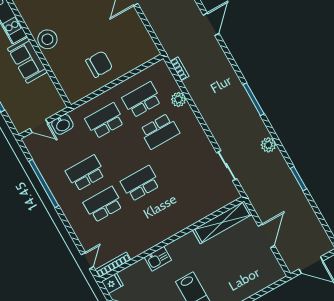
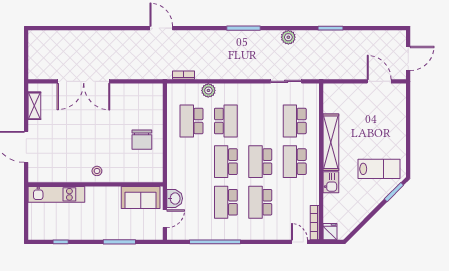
stool: (47, 39) -> (97, 171), width x0.53, depth x0.53
sofa: (27, 60) -> (141, 197), moved
chair: (99, 64) -> (142, 140), turned 180
school desk: (105, 121) -> (226, 162), moved
school desk: (195, 194) -> (295, 121), added
school desk: (158, 215) -> (295, 162), added
shelving: (222, 222) -> (331, 142), moved
door: (266, 236) -> (379, 81), moved

